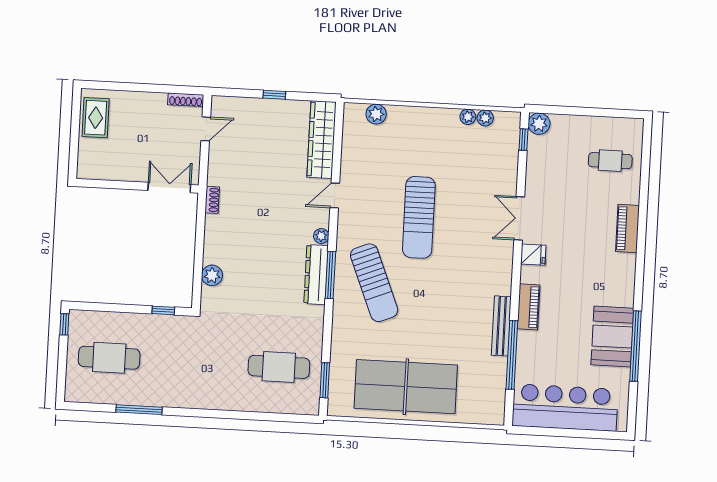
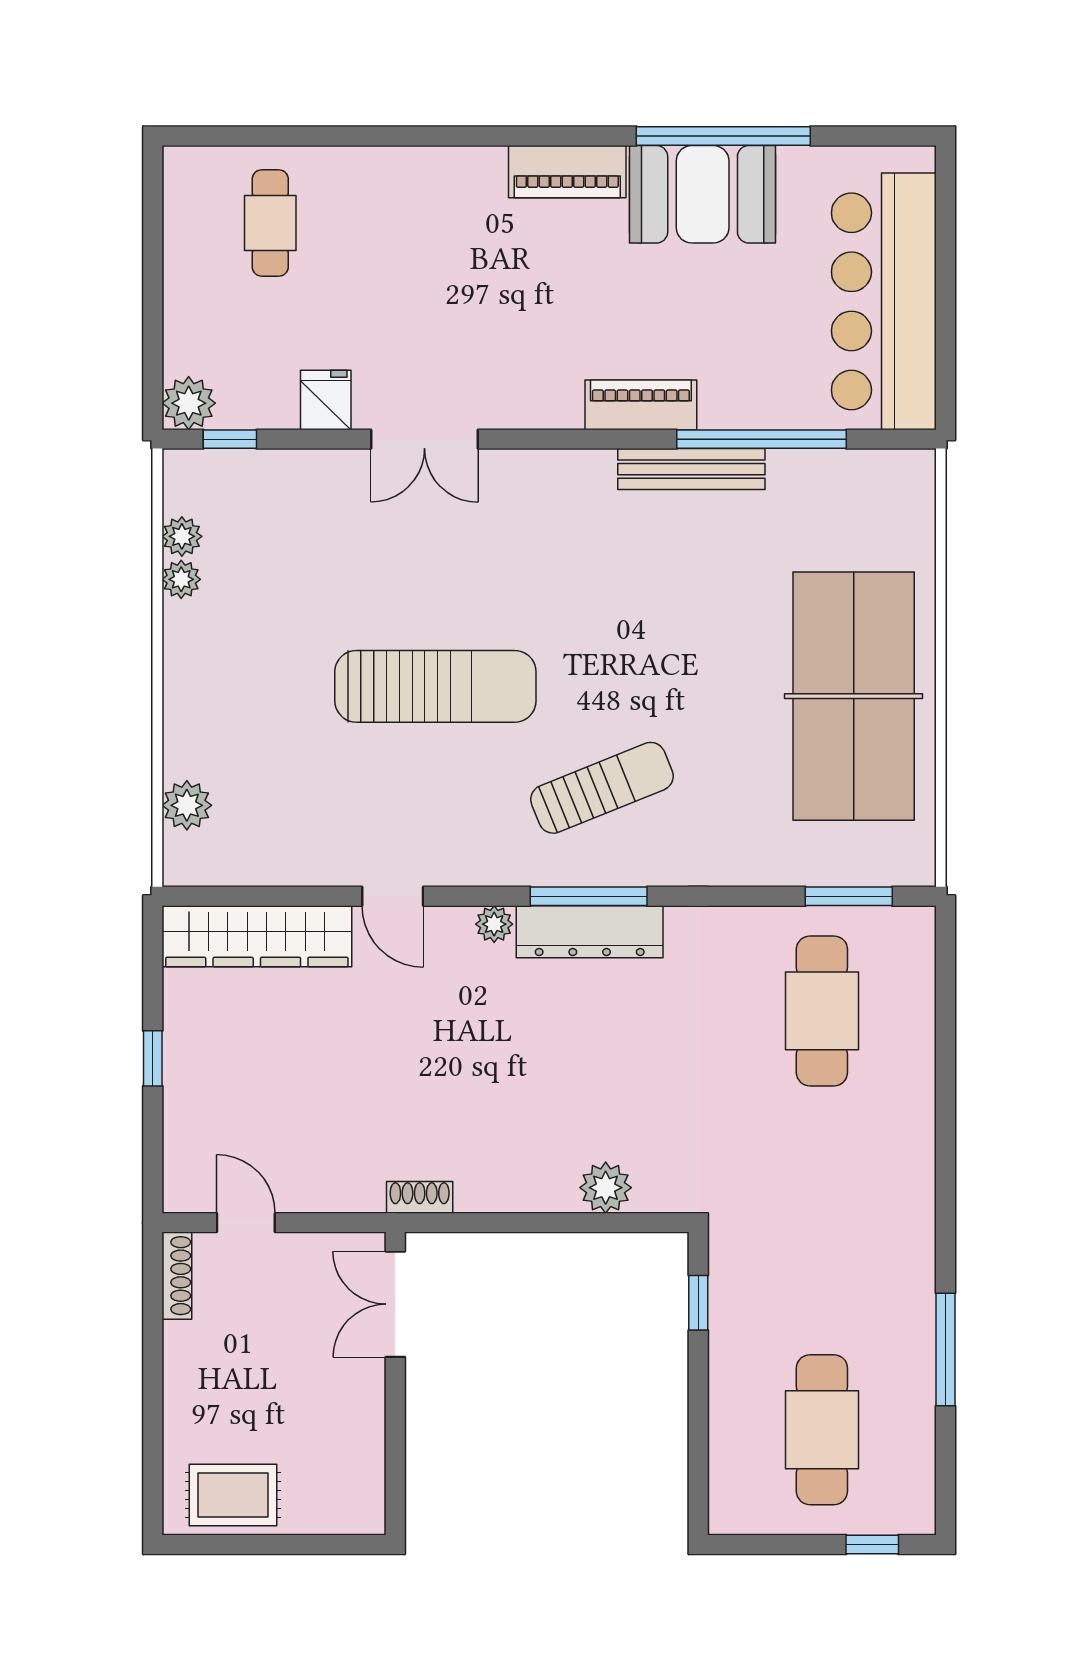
piano: (627, 228) -> (567, 172), moved
fridge: (533, 255) -> (326, 400), moved
sun lounger: (374, 283) -> (602, 788), width x0.73, depth x0.75
window: (64, 324) -> (872, 1544), moved

